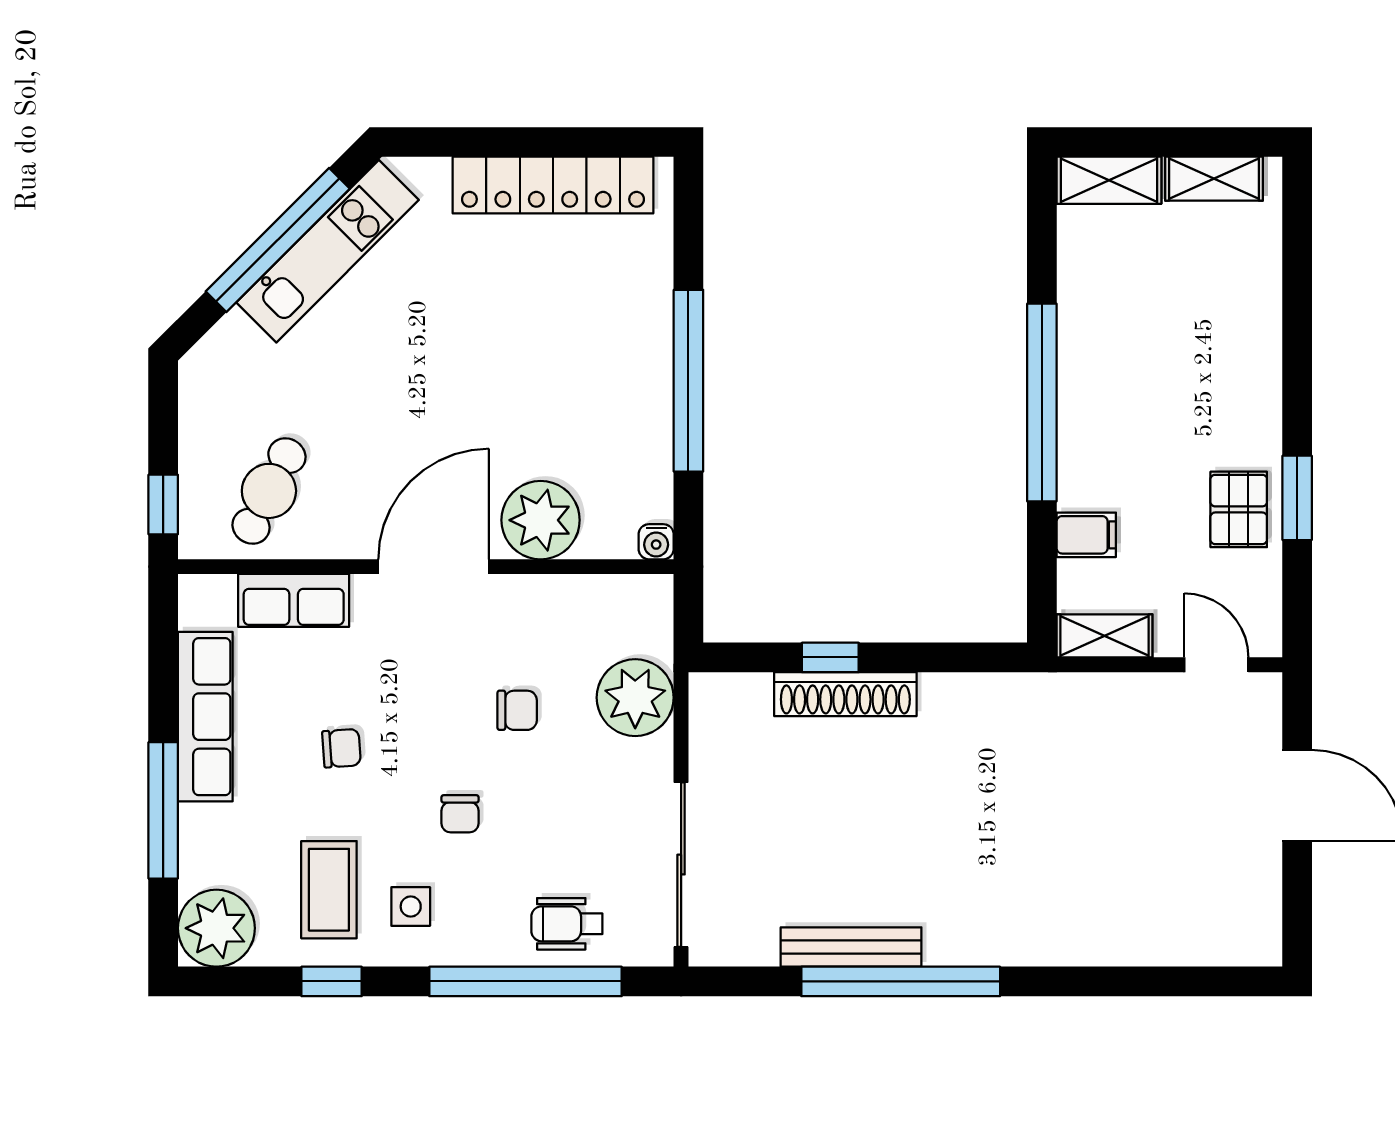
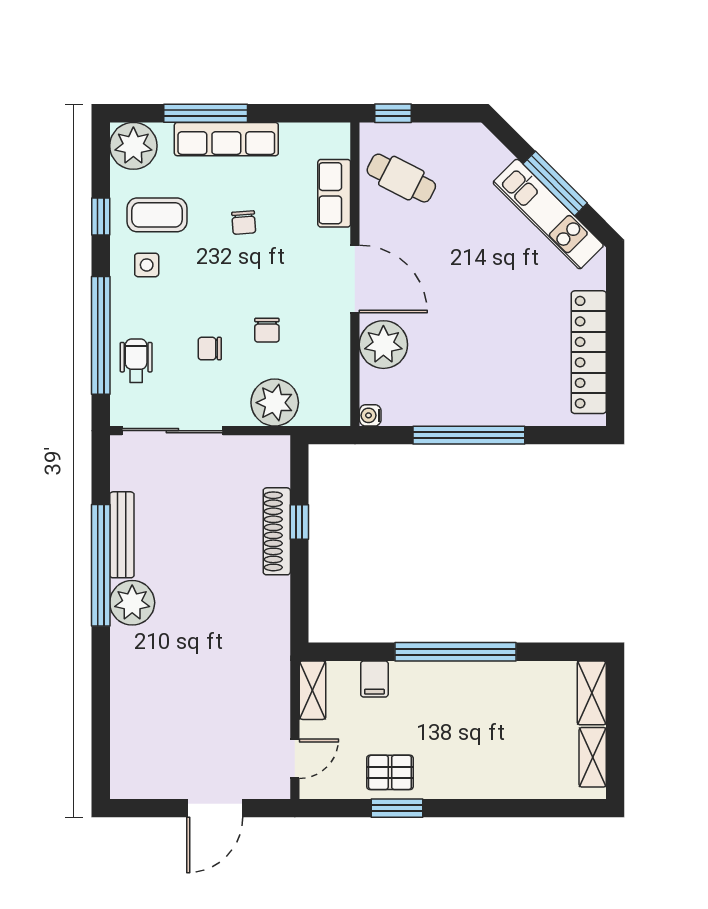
window: (278, 240) -> (555, 183), width x0.68
row of seats: (205, 717) -> (226, 139), moved
chair: (460, 814) -> (210, 349), moved
plant: (962, 930) -> (132, 603), added

